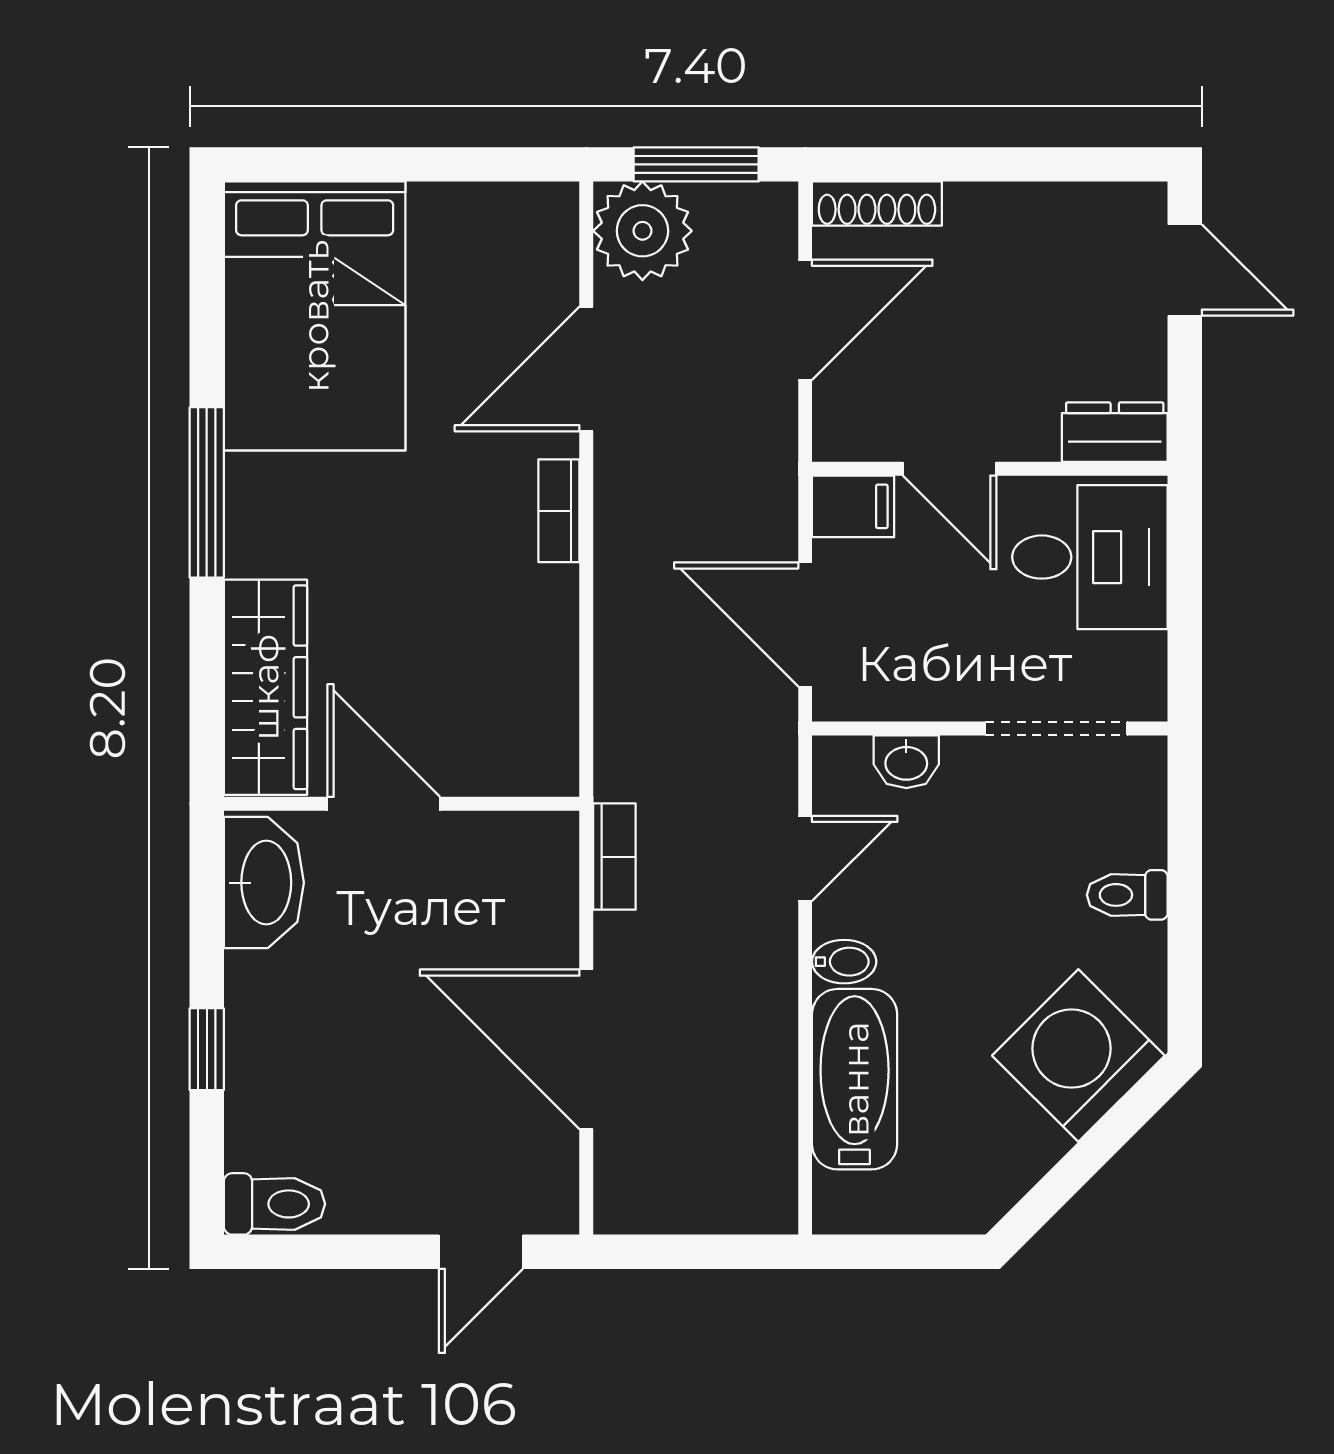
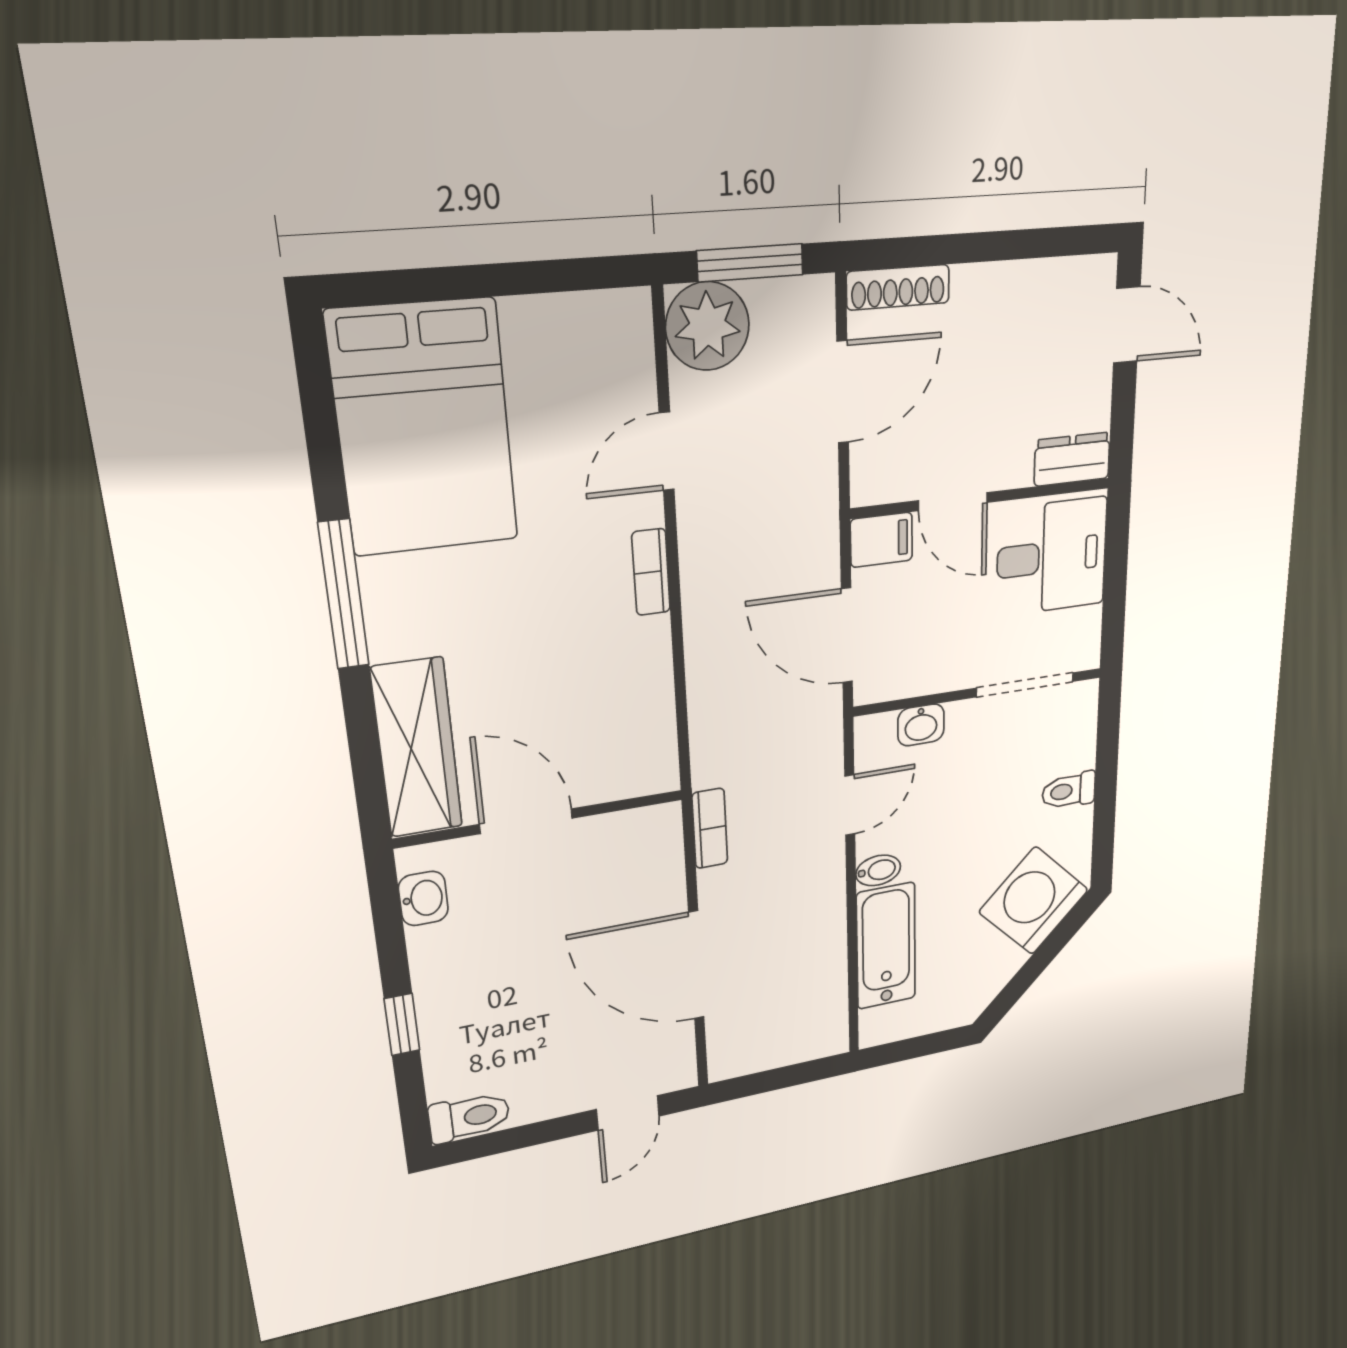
door: (586, 369) -> (667, 451), width x0.73
washbasin: (264, 883) -> (423, 898), width x0.52, depth x0.69

